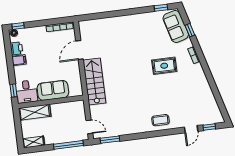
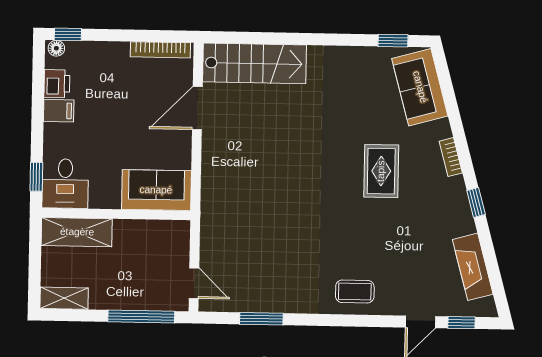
window: (190, 30) -> (476, 203), moved
rug: (164, 66) -> (381, 171), turned 90
stairs: (94, 82) -> (254, 63), moved, turned 90
sofa: (53, 90) -> (156, 190), moved
fireplace: (211, 102) -> (473, 267), added
window: (110, 140) -> (261, 319), moved

